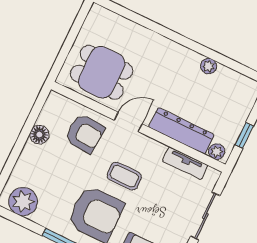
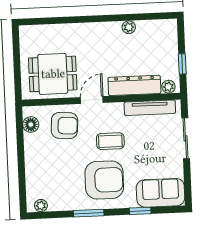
floor lamp: (39, 135) -> (31, 125), moved
tv unit: (185, 163) -> (150, 108), width x1.41
plant: (23, 202) -> (41, 206), width x0.53, depth x0.53

